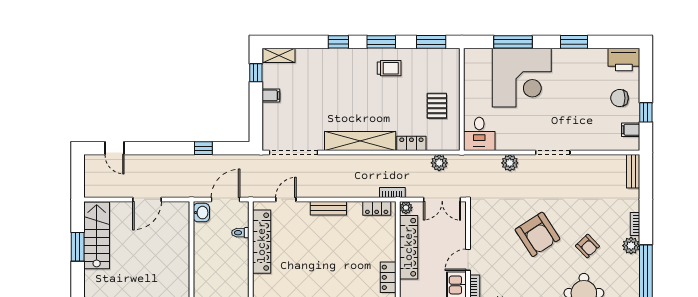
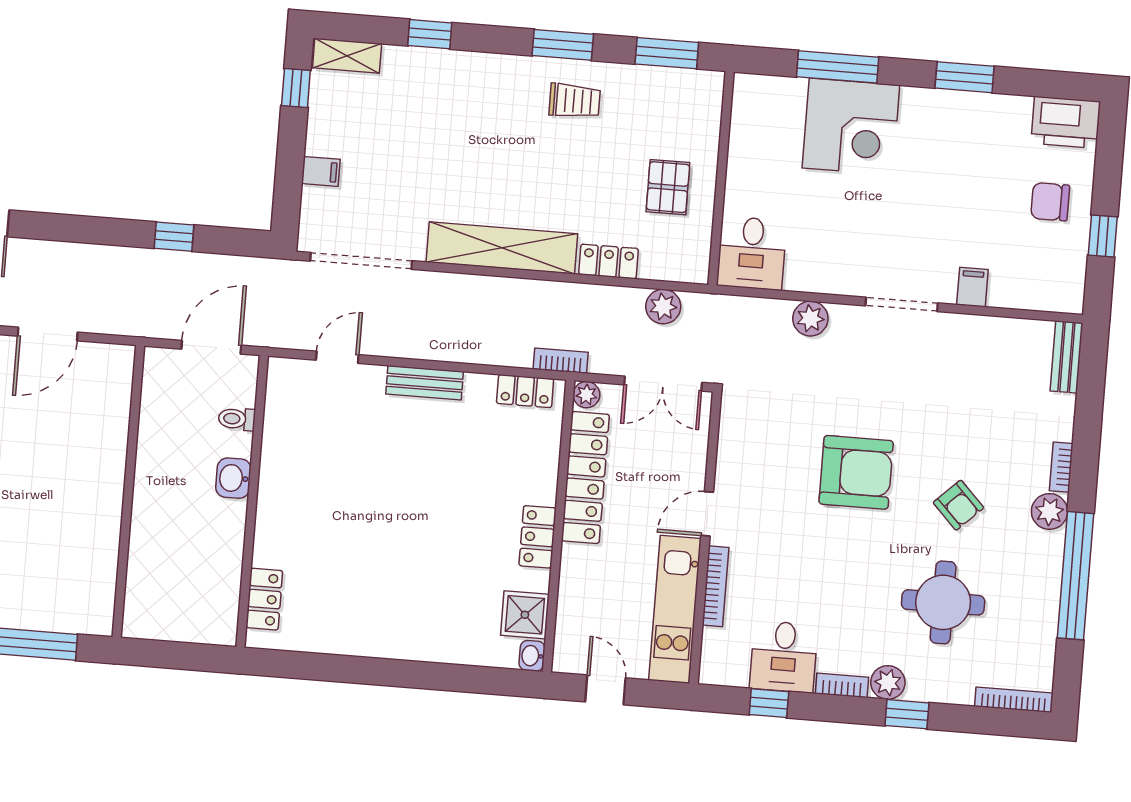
window: (338, 42) -> (430, 34), moved
corner desk: (522, 78) -> (851, 127), width x0.74, depth x0.74
filing cabinet: (271, 95) -> (321, 171), moved
filing cabinet: (631, 130) -> (972, 287), moved, turned 90
washbasin: (201, 213) -> (233, 478), moved, turned 180
armchair: (537, 234) -> (856, 472), turned -57
locker: (262, 242) -> (280, 441), removed

